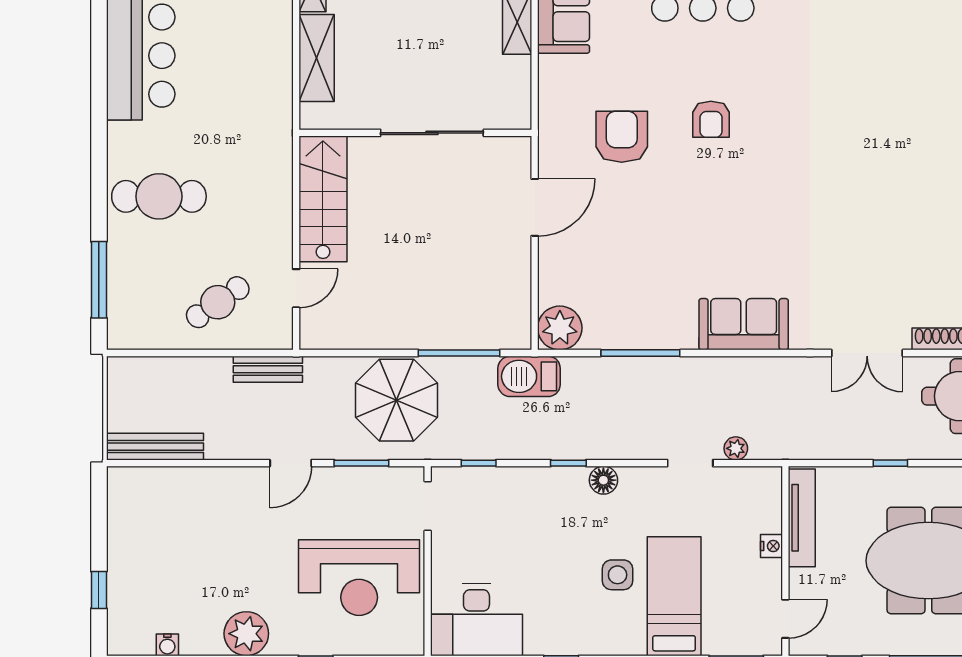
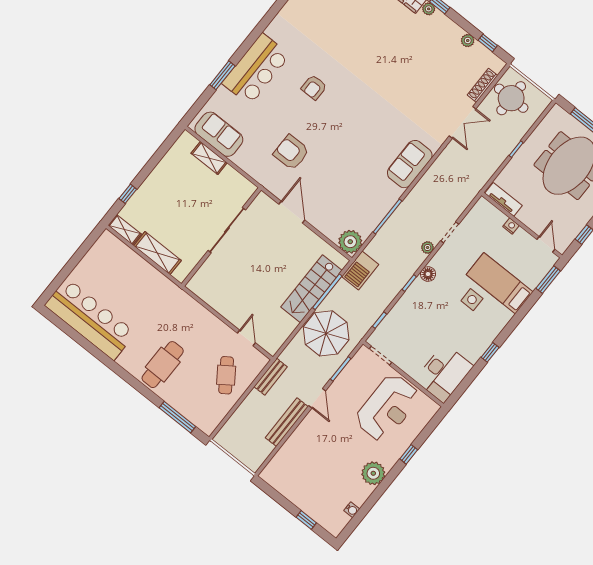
armchair: (711, 119) -> (314, 87), moved, turned 90
stairs: (323, 199) -> (312, 289), moved, turned -90
bench: (155, 447) -> (287, 422), moved
plant: (736, 448) -> (428, 247), moved
tv unit: (802, 518) -> (503, 199), width x0.71

